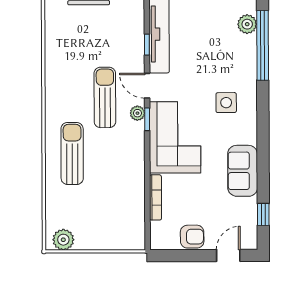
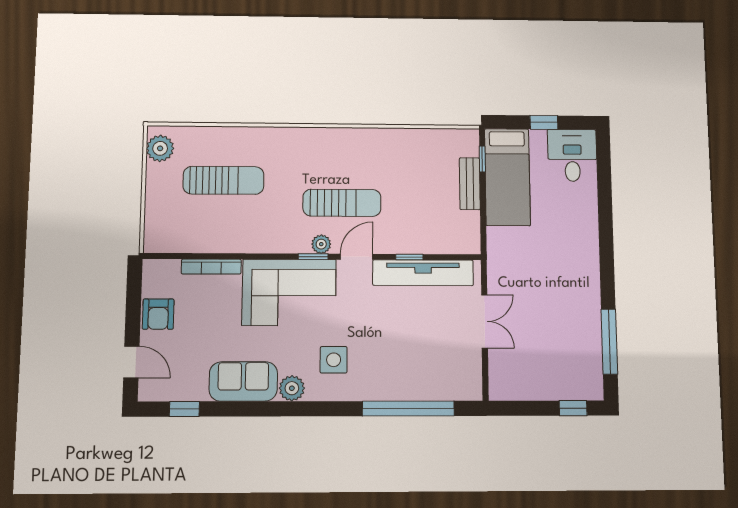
plant: (247, 24) -> (292, 388), moved
sun lounger: (72, 153) -> (223, 180), moved

